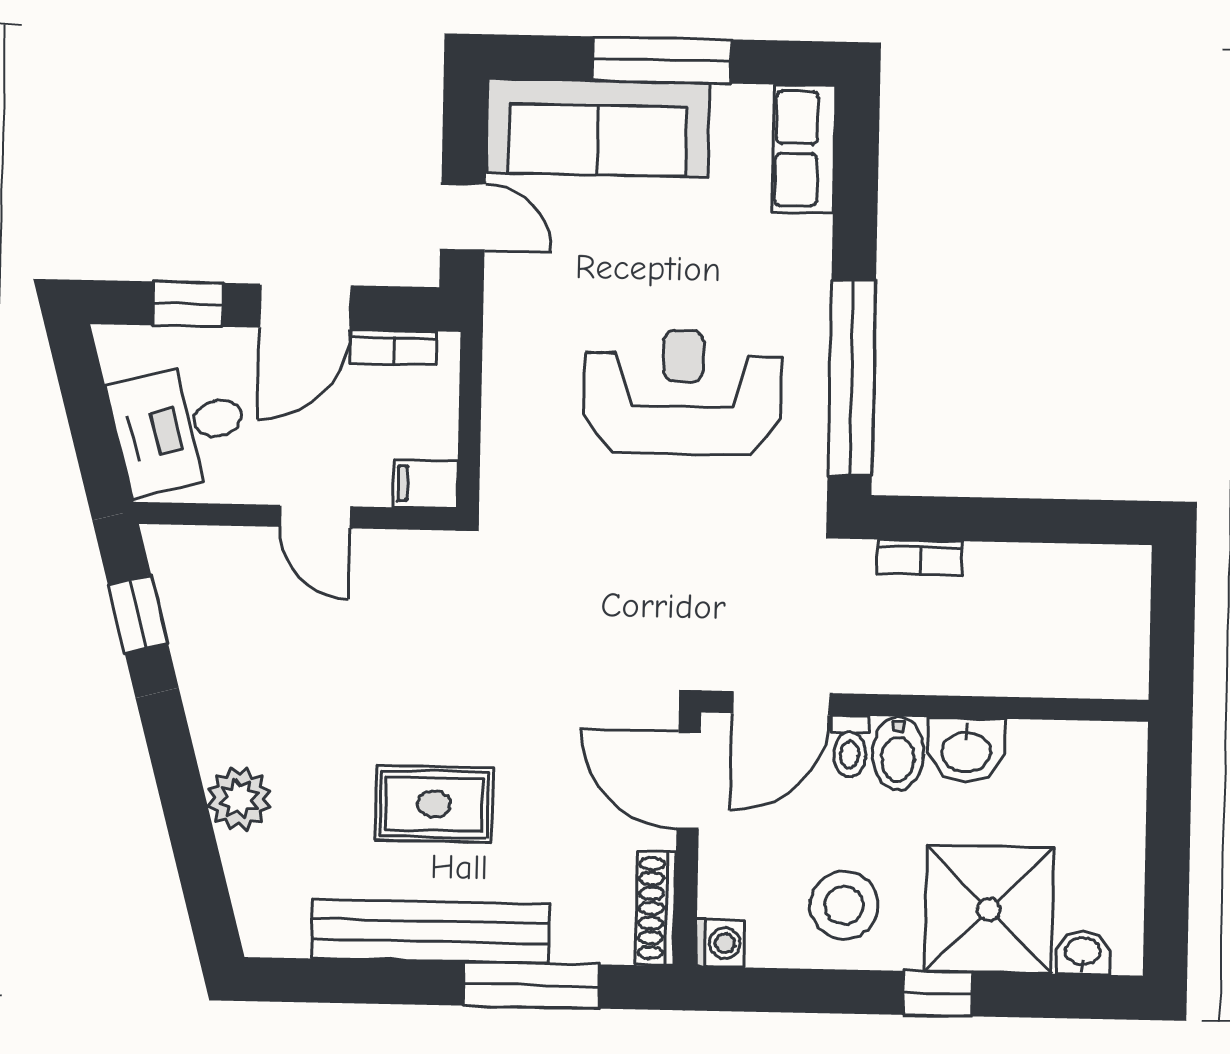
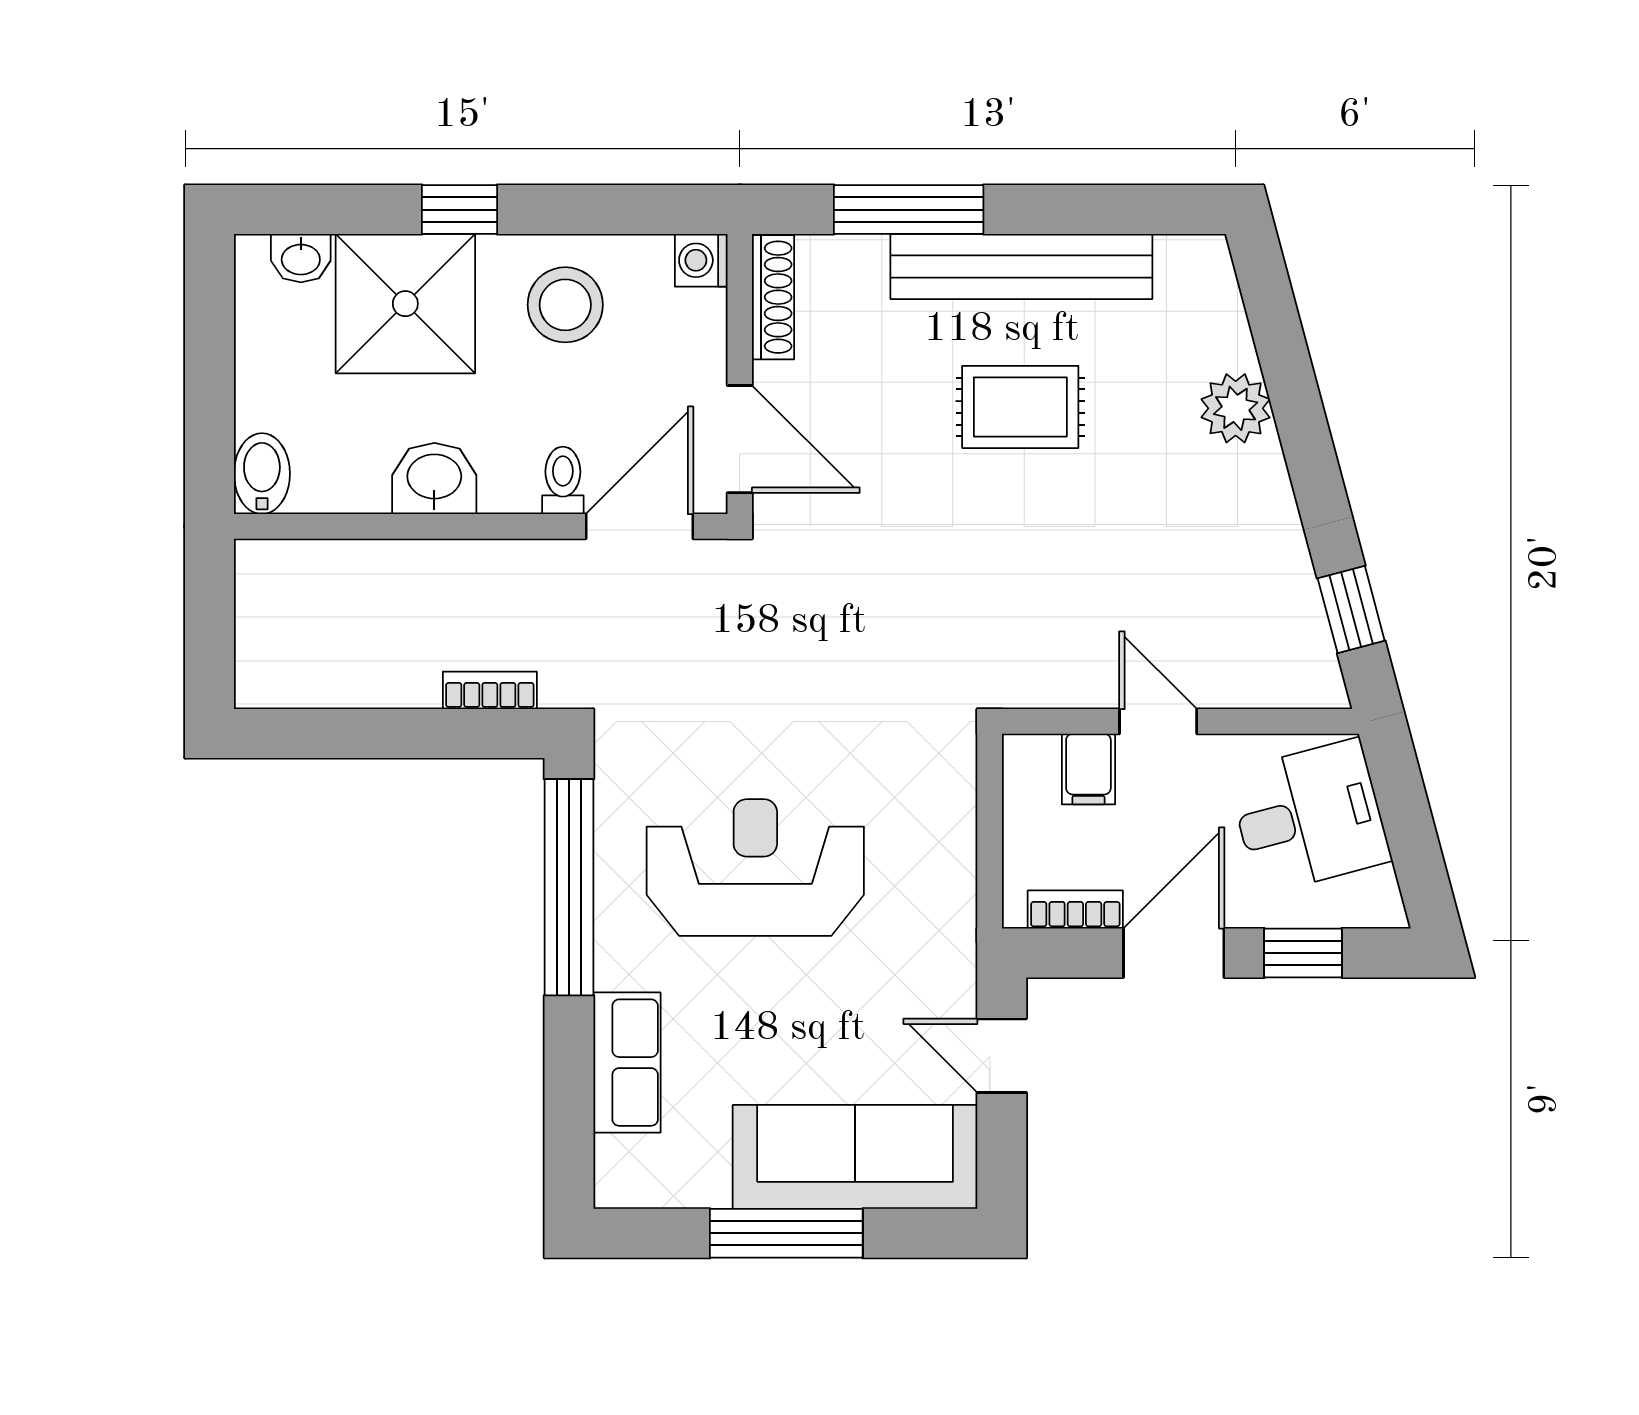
row of seats: (804, 149) -> (627, 1063), moved
reception desk: (683, 392) -> (755, 868), turned 180
filing cabinet: (425, 484) -> (1088, 769), moved, turned 90
bidet: (898, 753) -> (262, 474), moved

